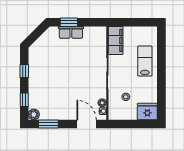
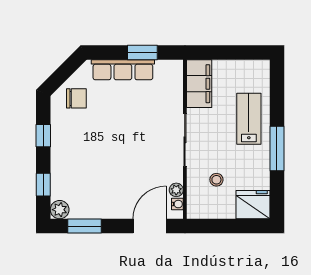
window: (69, 22) -> (142, 53), moved
row of seats: (71, 32) -> (123, 70), width x1.48
chair: (44, 49) -> (76, 98), added
window: (161, 78) -> (277, 148), added
door: (87, 124) -> (150, 226), hinge flipped

